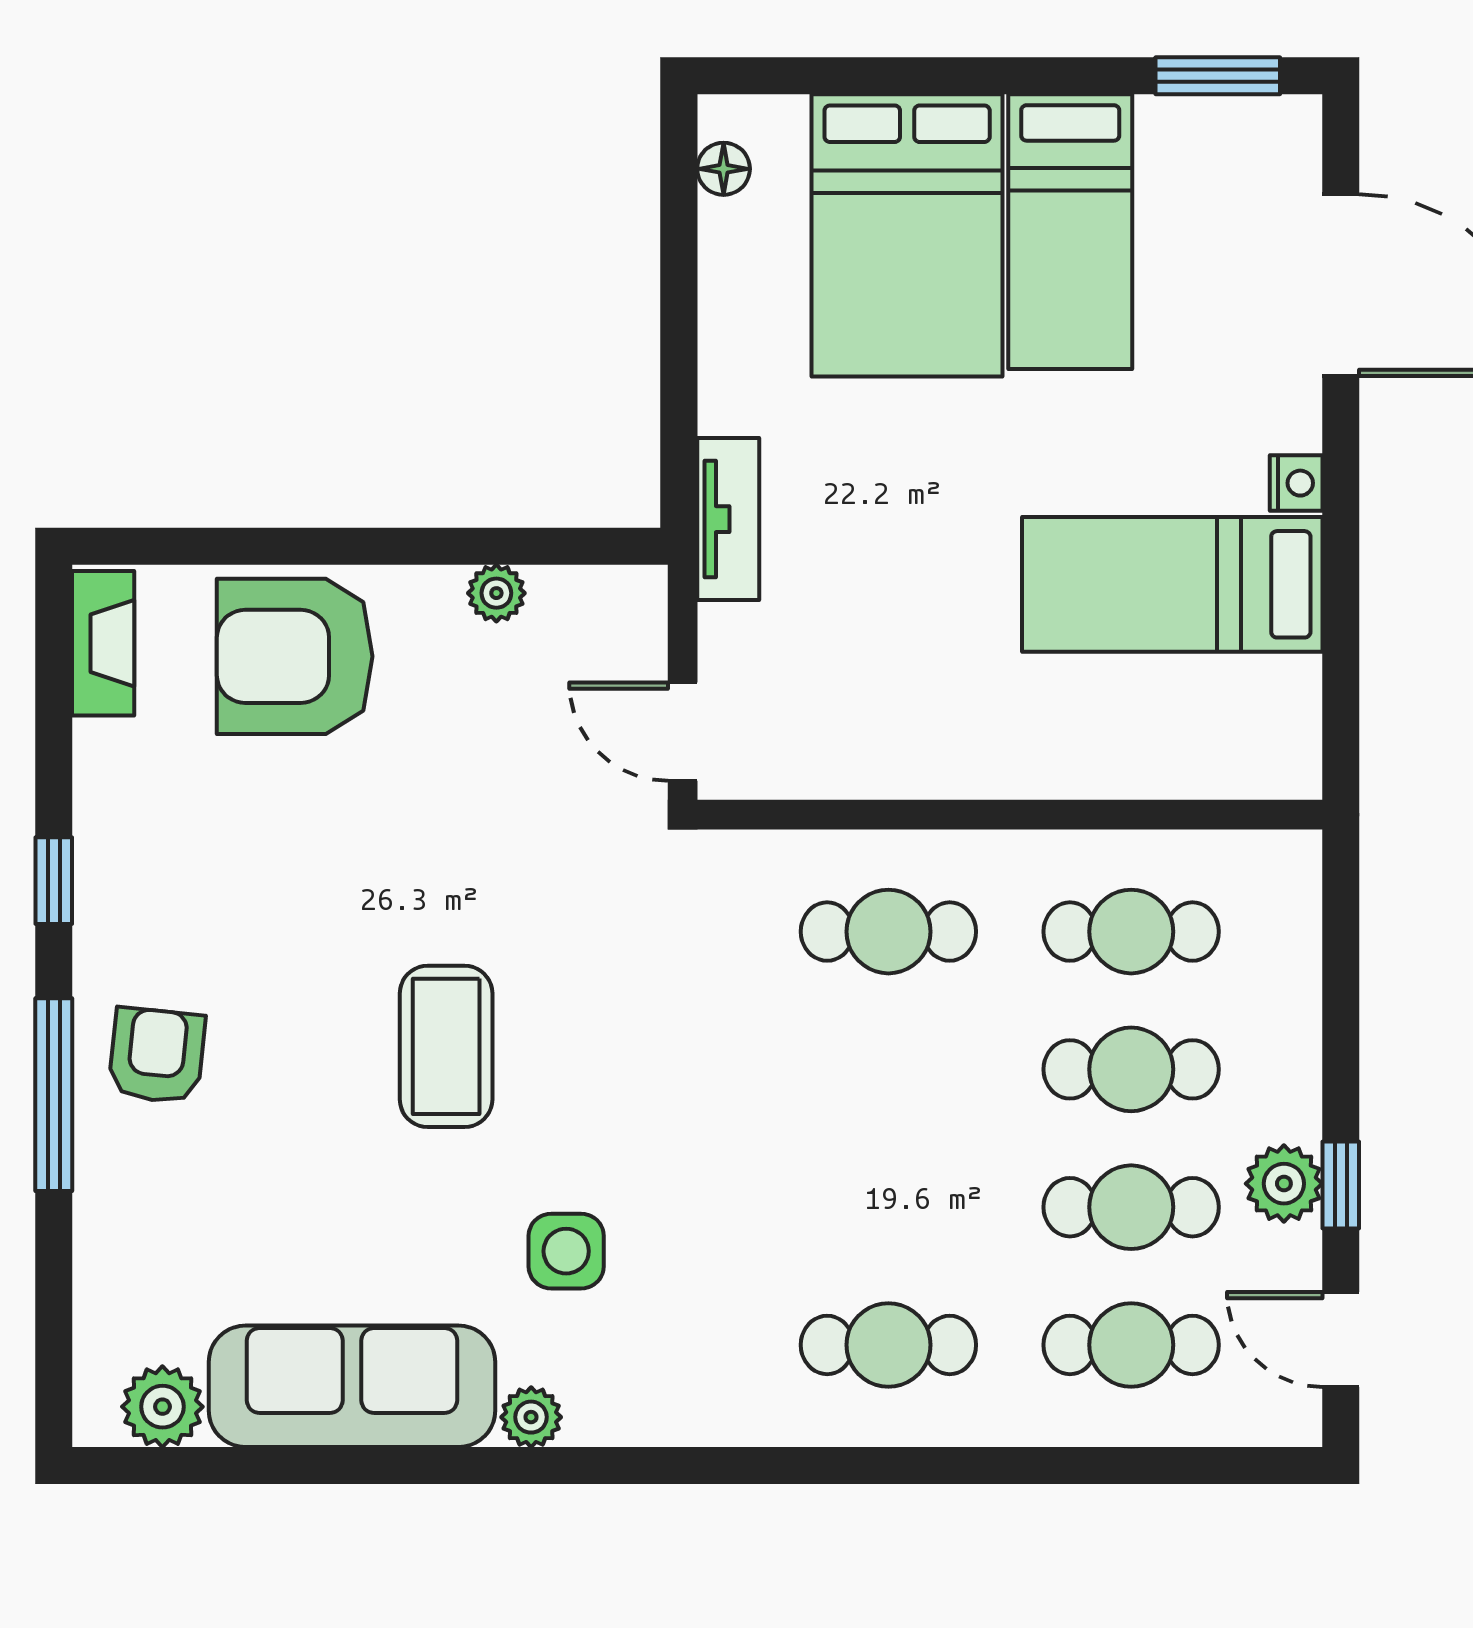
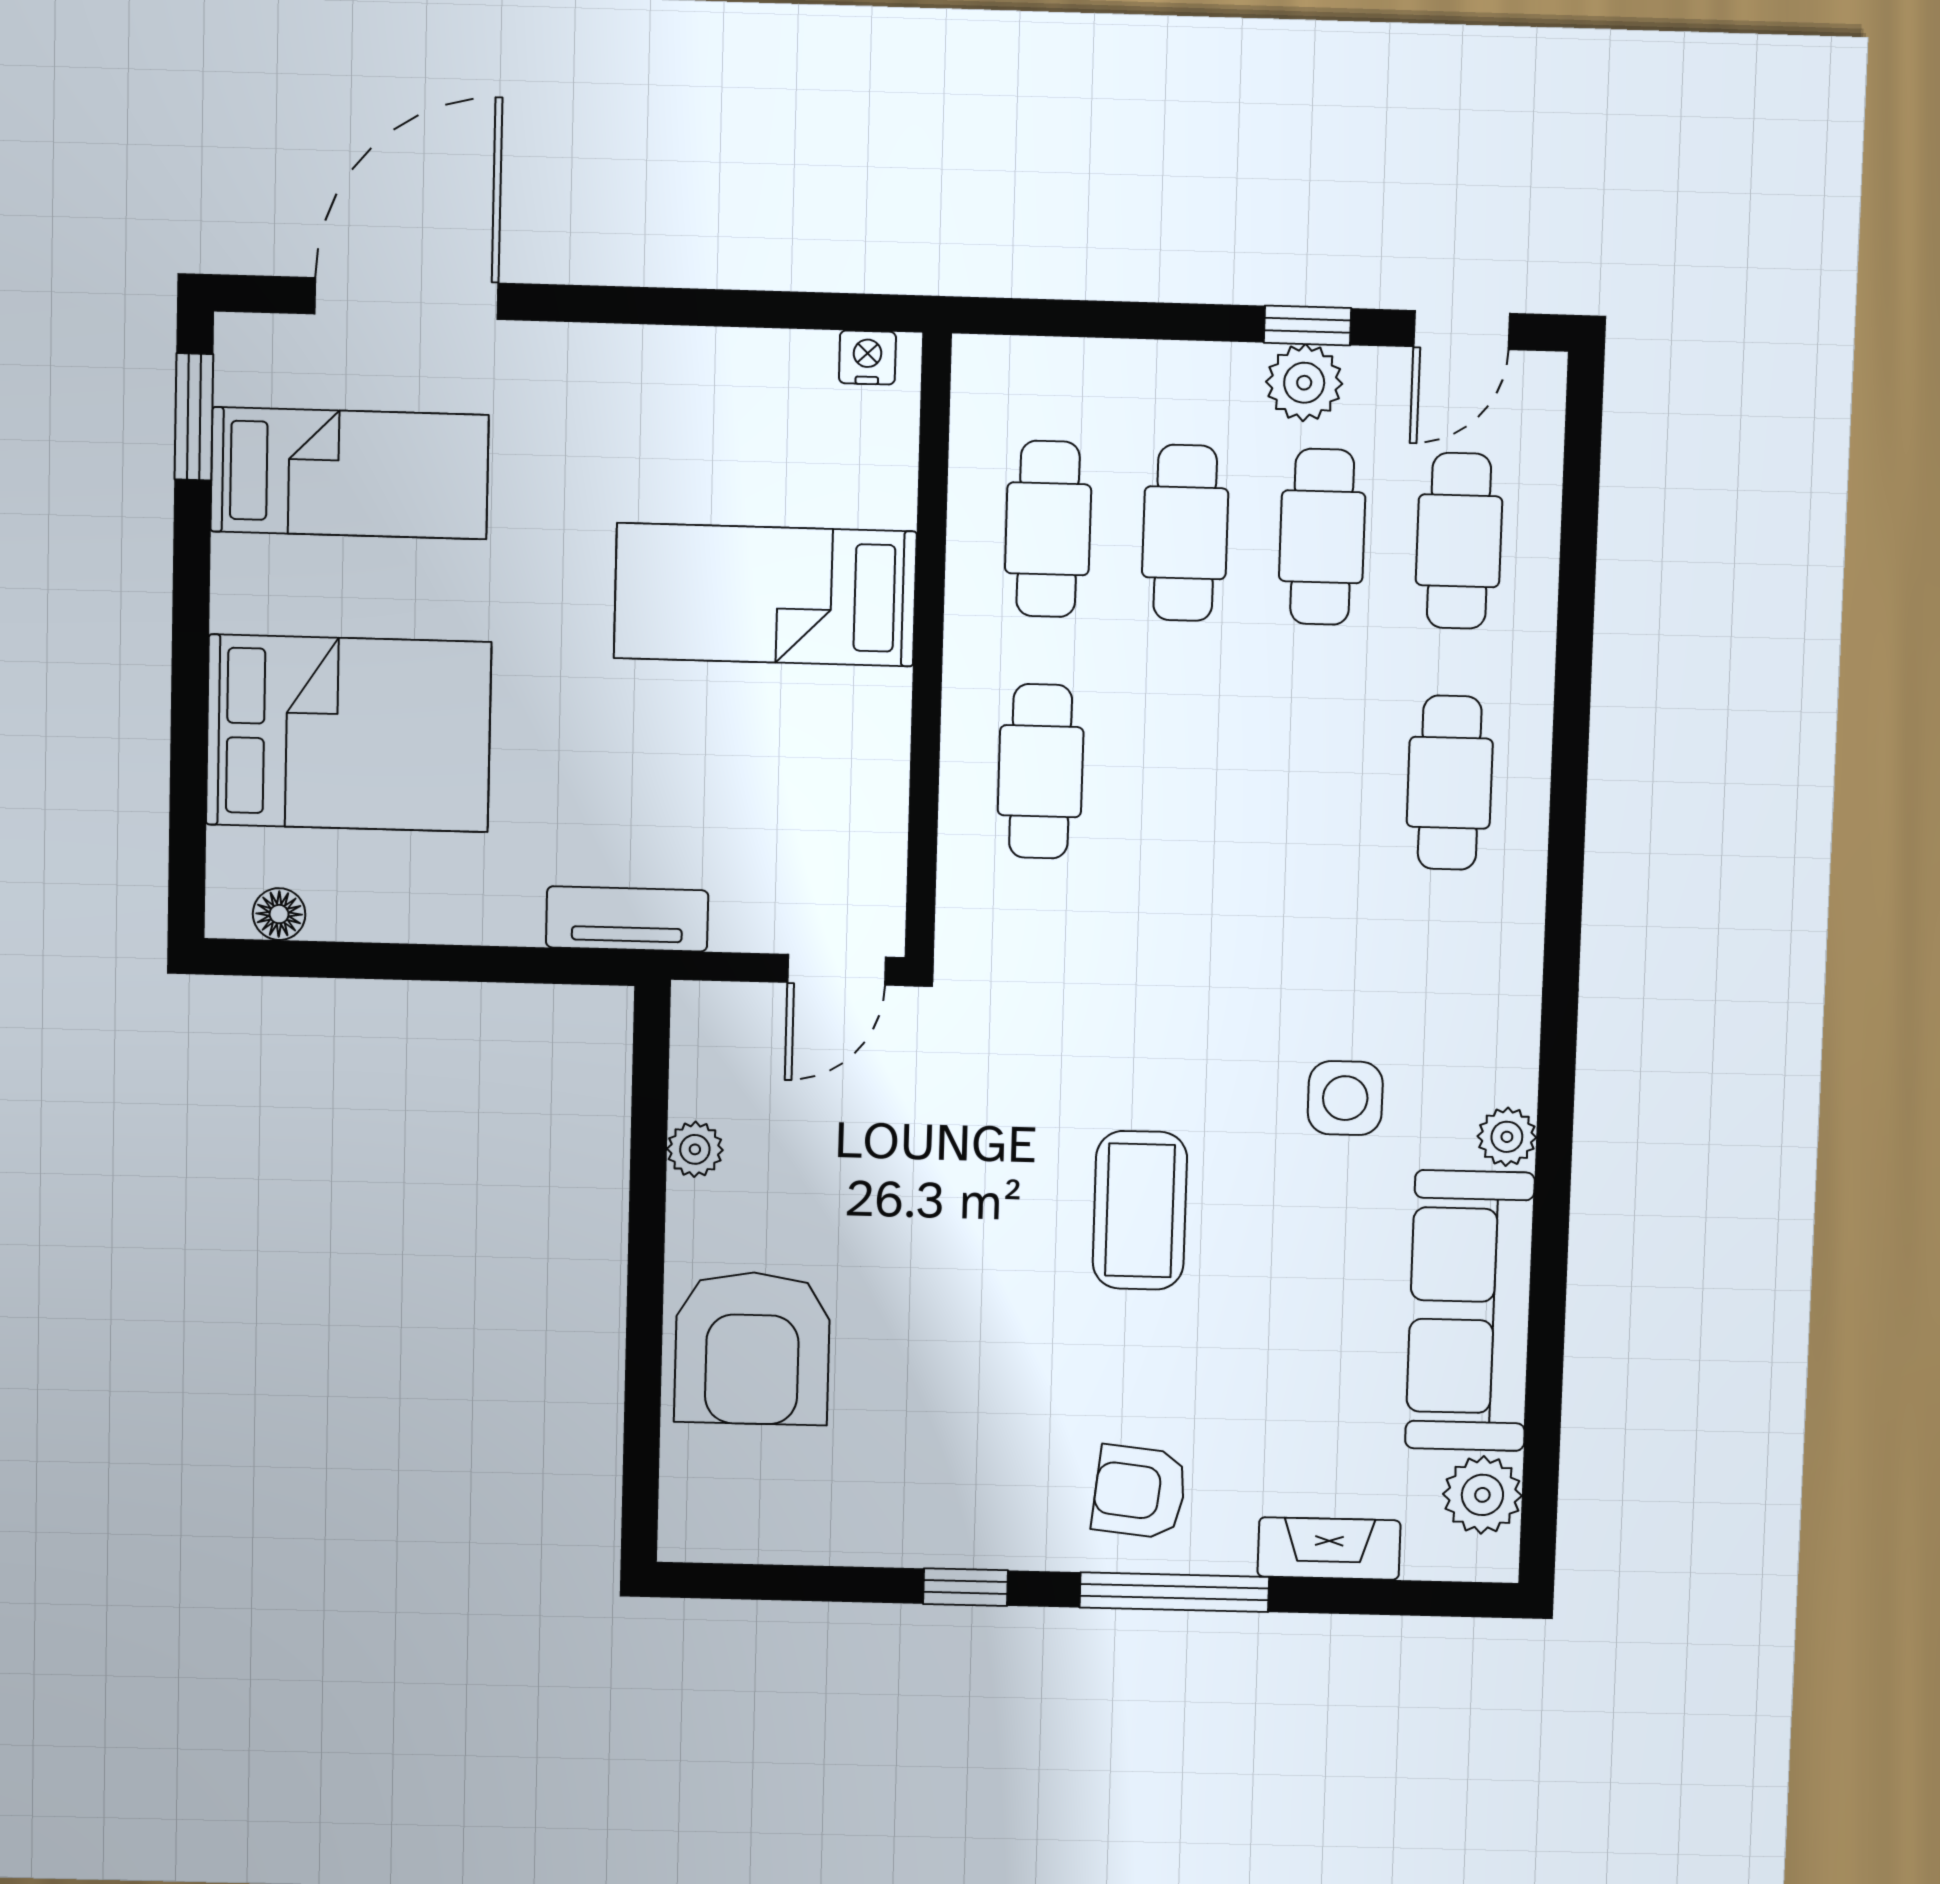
bed: (1070, 232) -> (350, 473), moved
nightstand: (1296, 483) -> (867, 358), moved
bed: (1172, 584) -> (765, 595), moved, turned 90
fireplace: (103, 643) -> (1329, 1548), moved
coffee table: (446, 1046) -> (1140, 1210), turned 90

